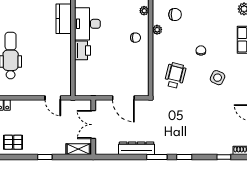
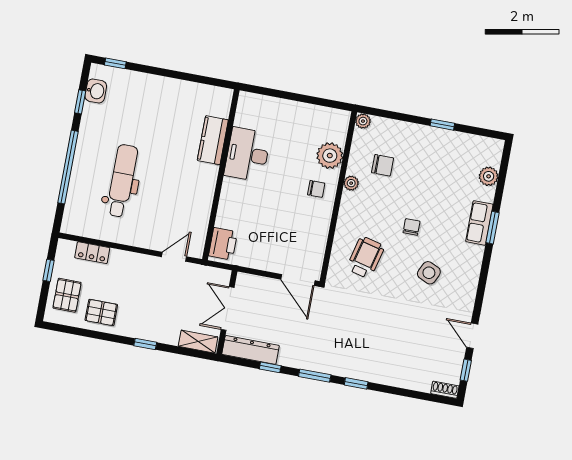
plant: (144, 11) -> (330, 156), width x1.88, depth x1.88
printer: (83, 50) -> (223, 244), moved
door: (53, 98) -> (174, 257), swing flipped
door: (123, 98) -> (298, 280), moved
dresser: (137, 148) -> (251, 350), moved
window: (224, 157) -> (270, 367), moved

